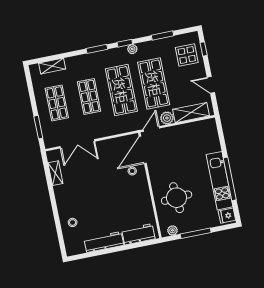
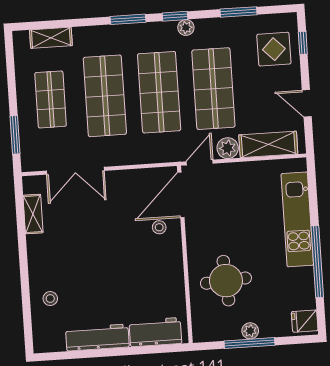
shop shelf: (89, 97) -> (105, 96), width x1.43, depth x1.36
kitchen unit: (220, 181) -> (297, 219), moved
plant: (172, 230) -> (250, 331), moved

